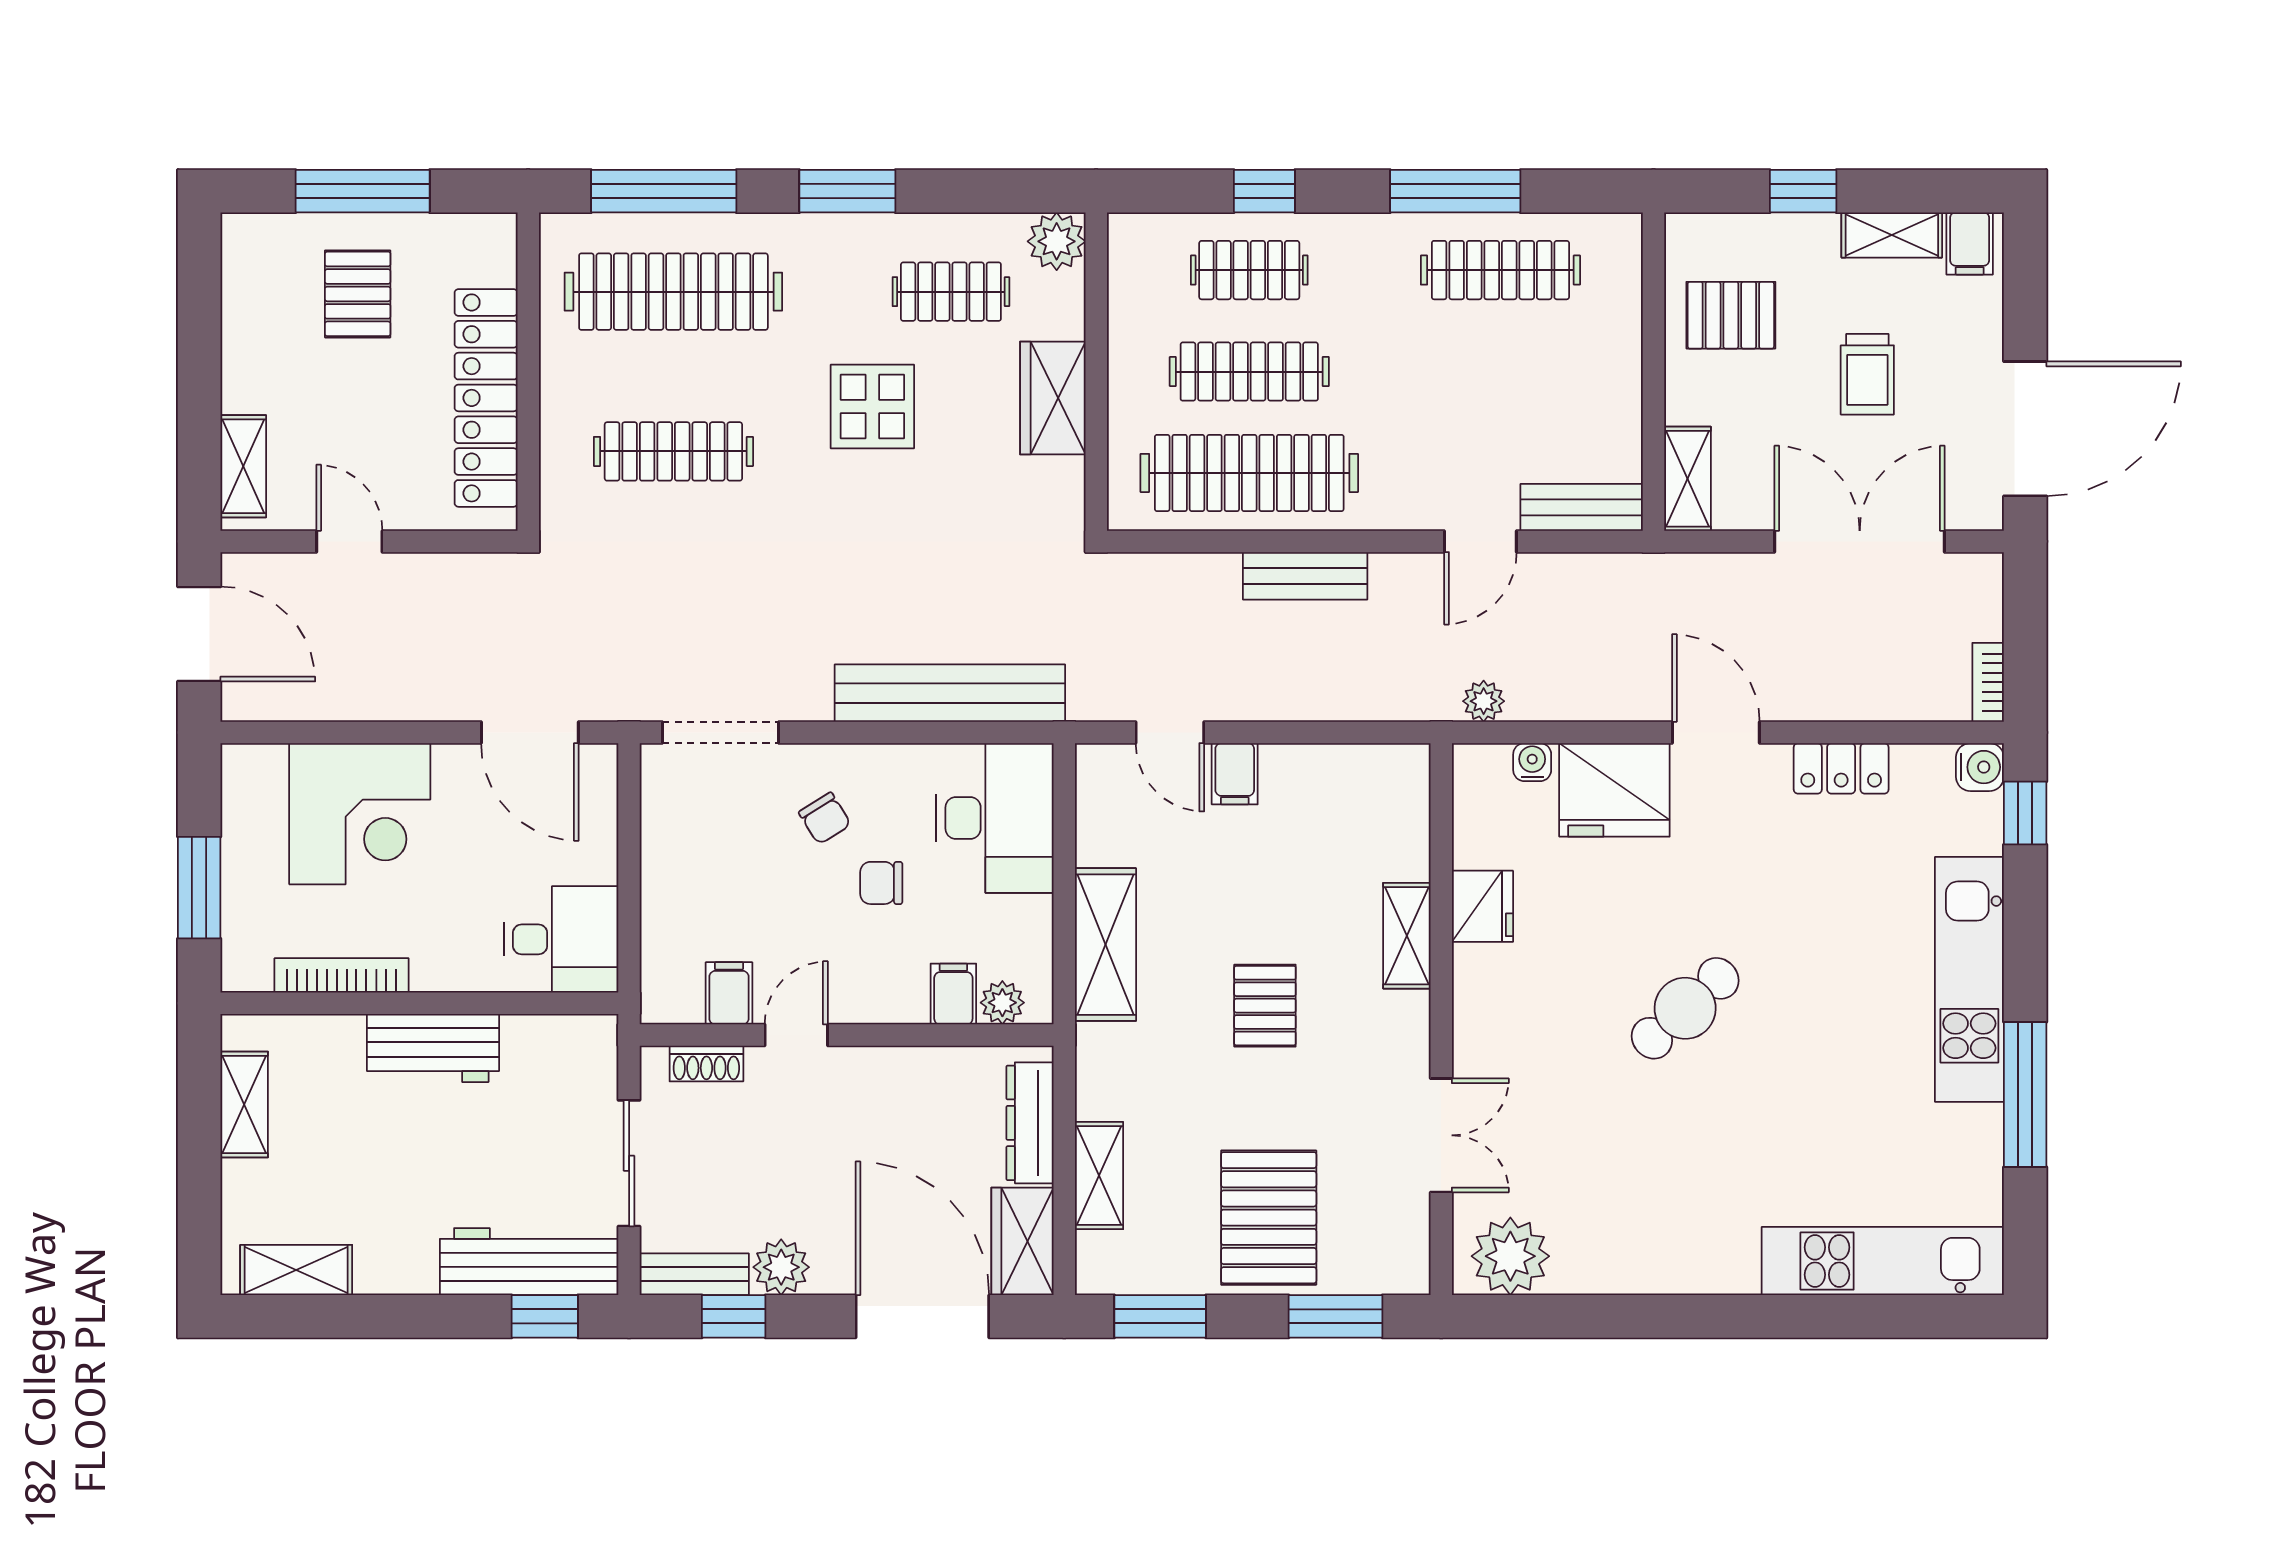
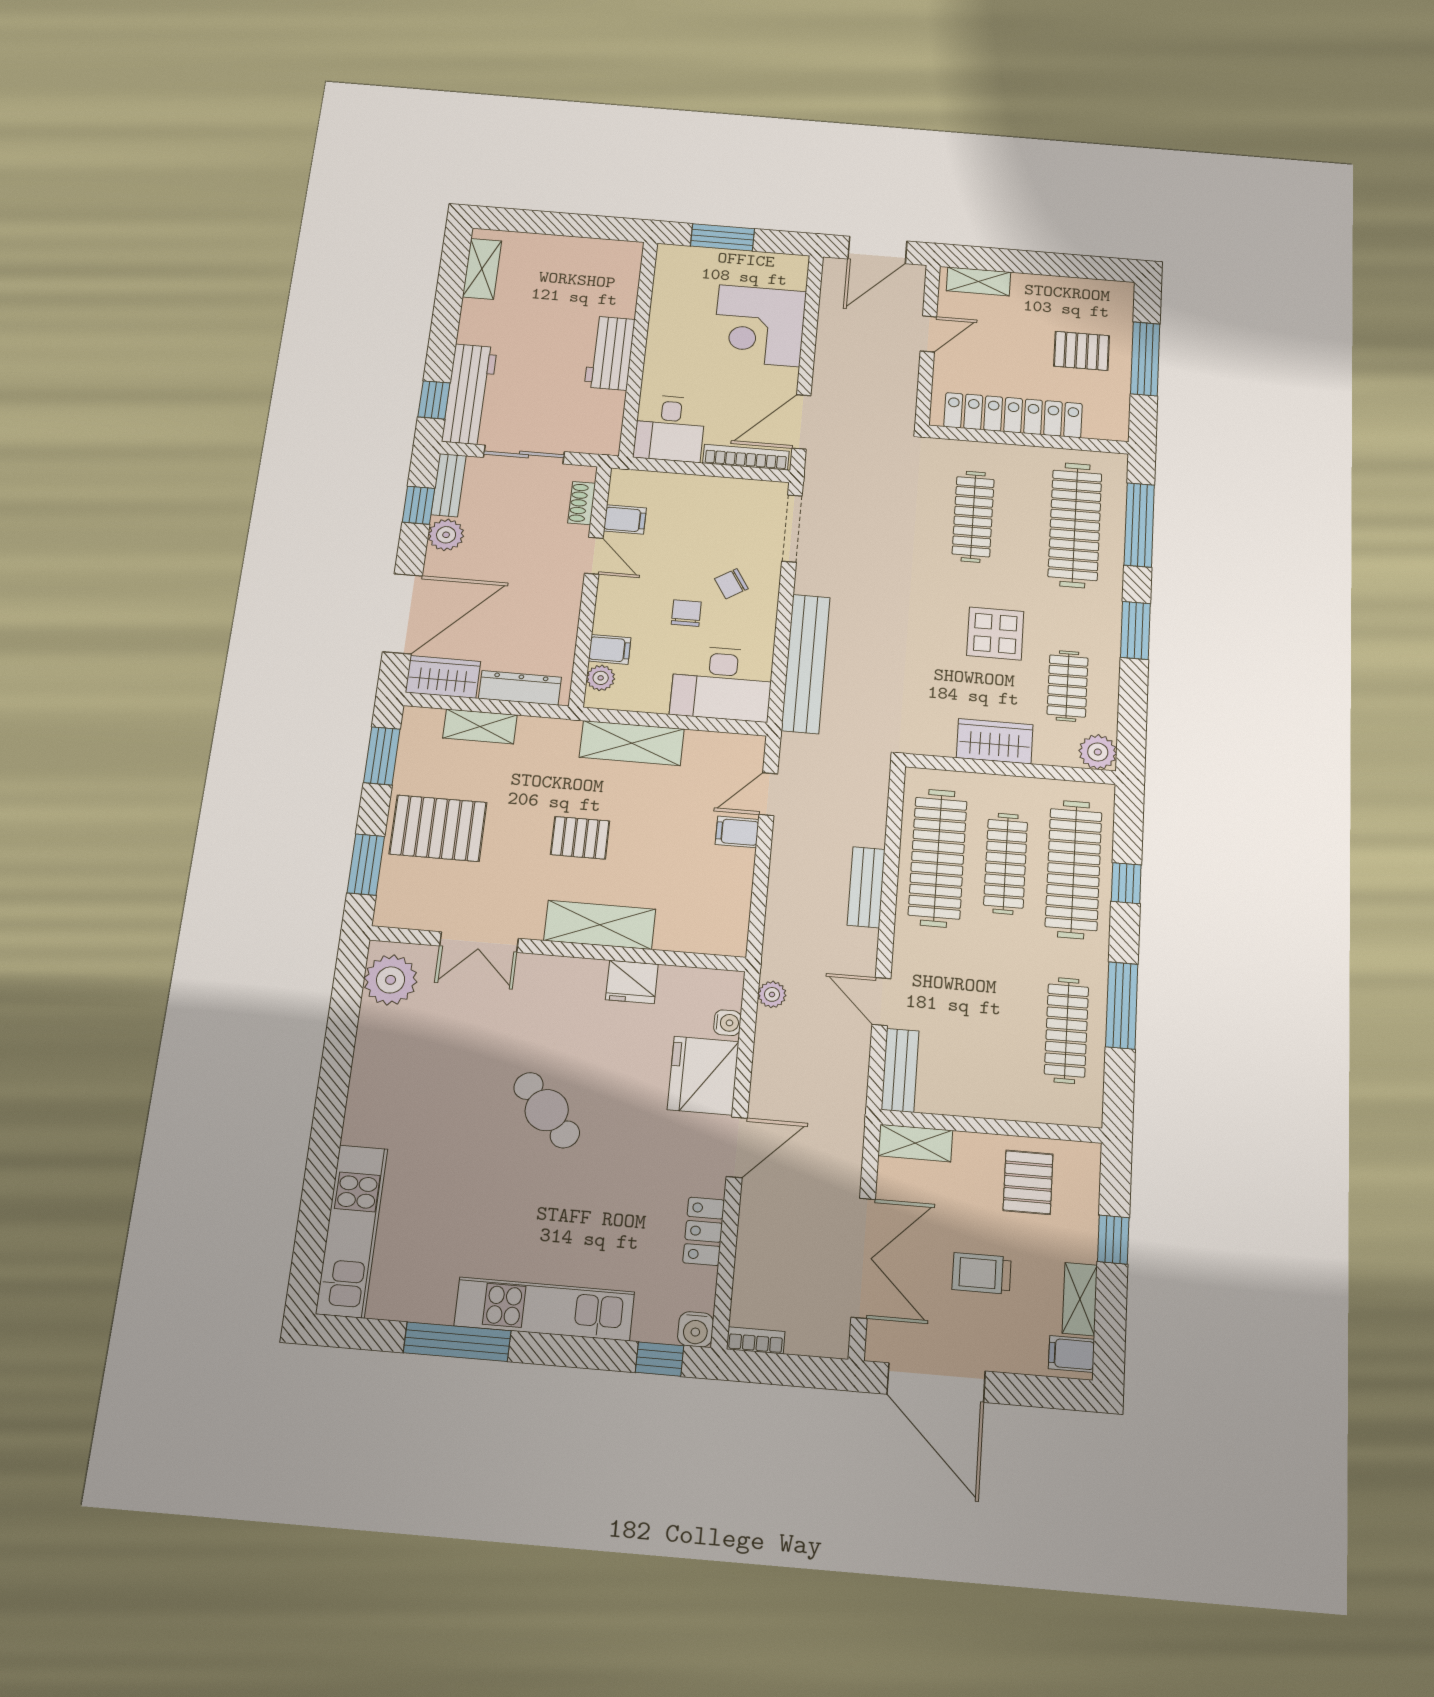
clothes rail: (1249, 270) -> (1074, 869), width x1.86, depth x1.31
shelving: (1407, 936) -> (600, 925), width x1.50, depth x1.33
bookcase: (342, 975) -> (746, 457), moved, turned -90
shelving: (244, 1104) -> (587, 250), removed

